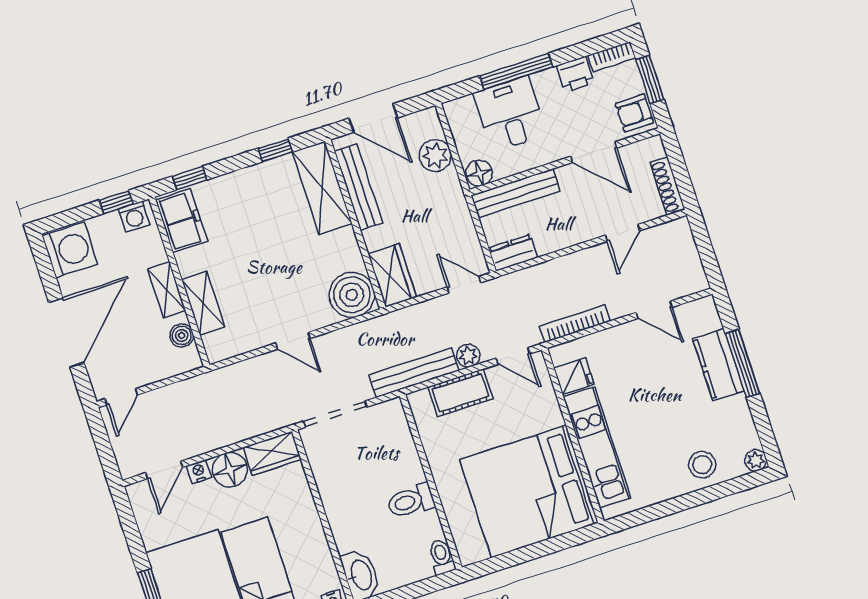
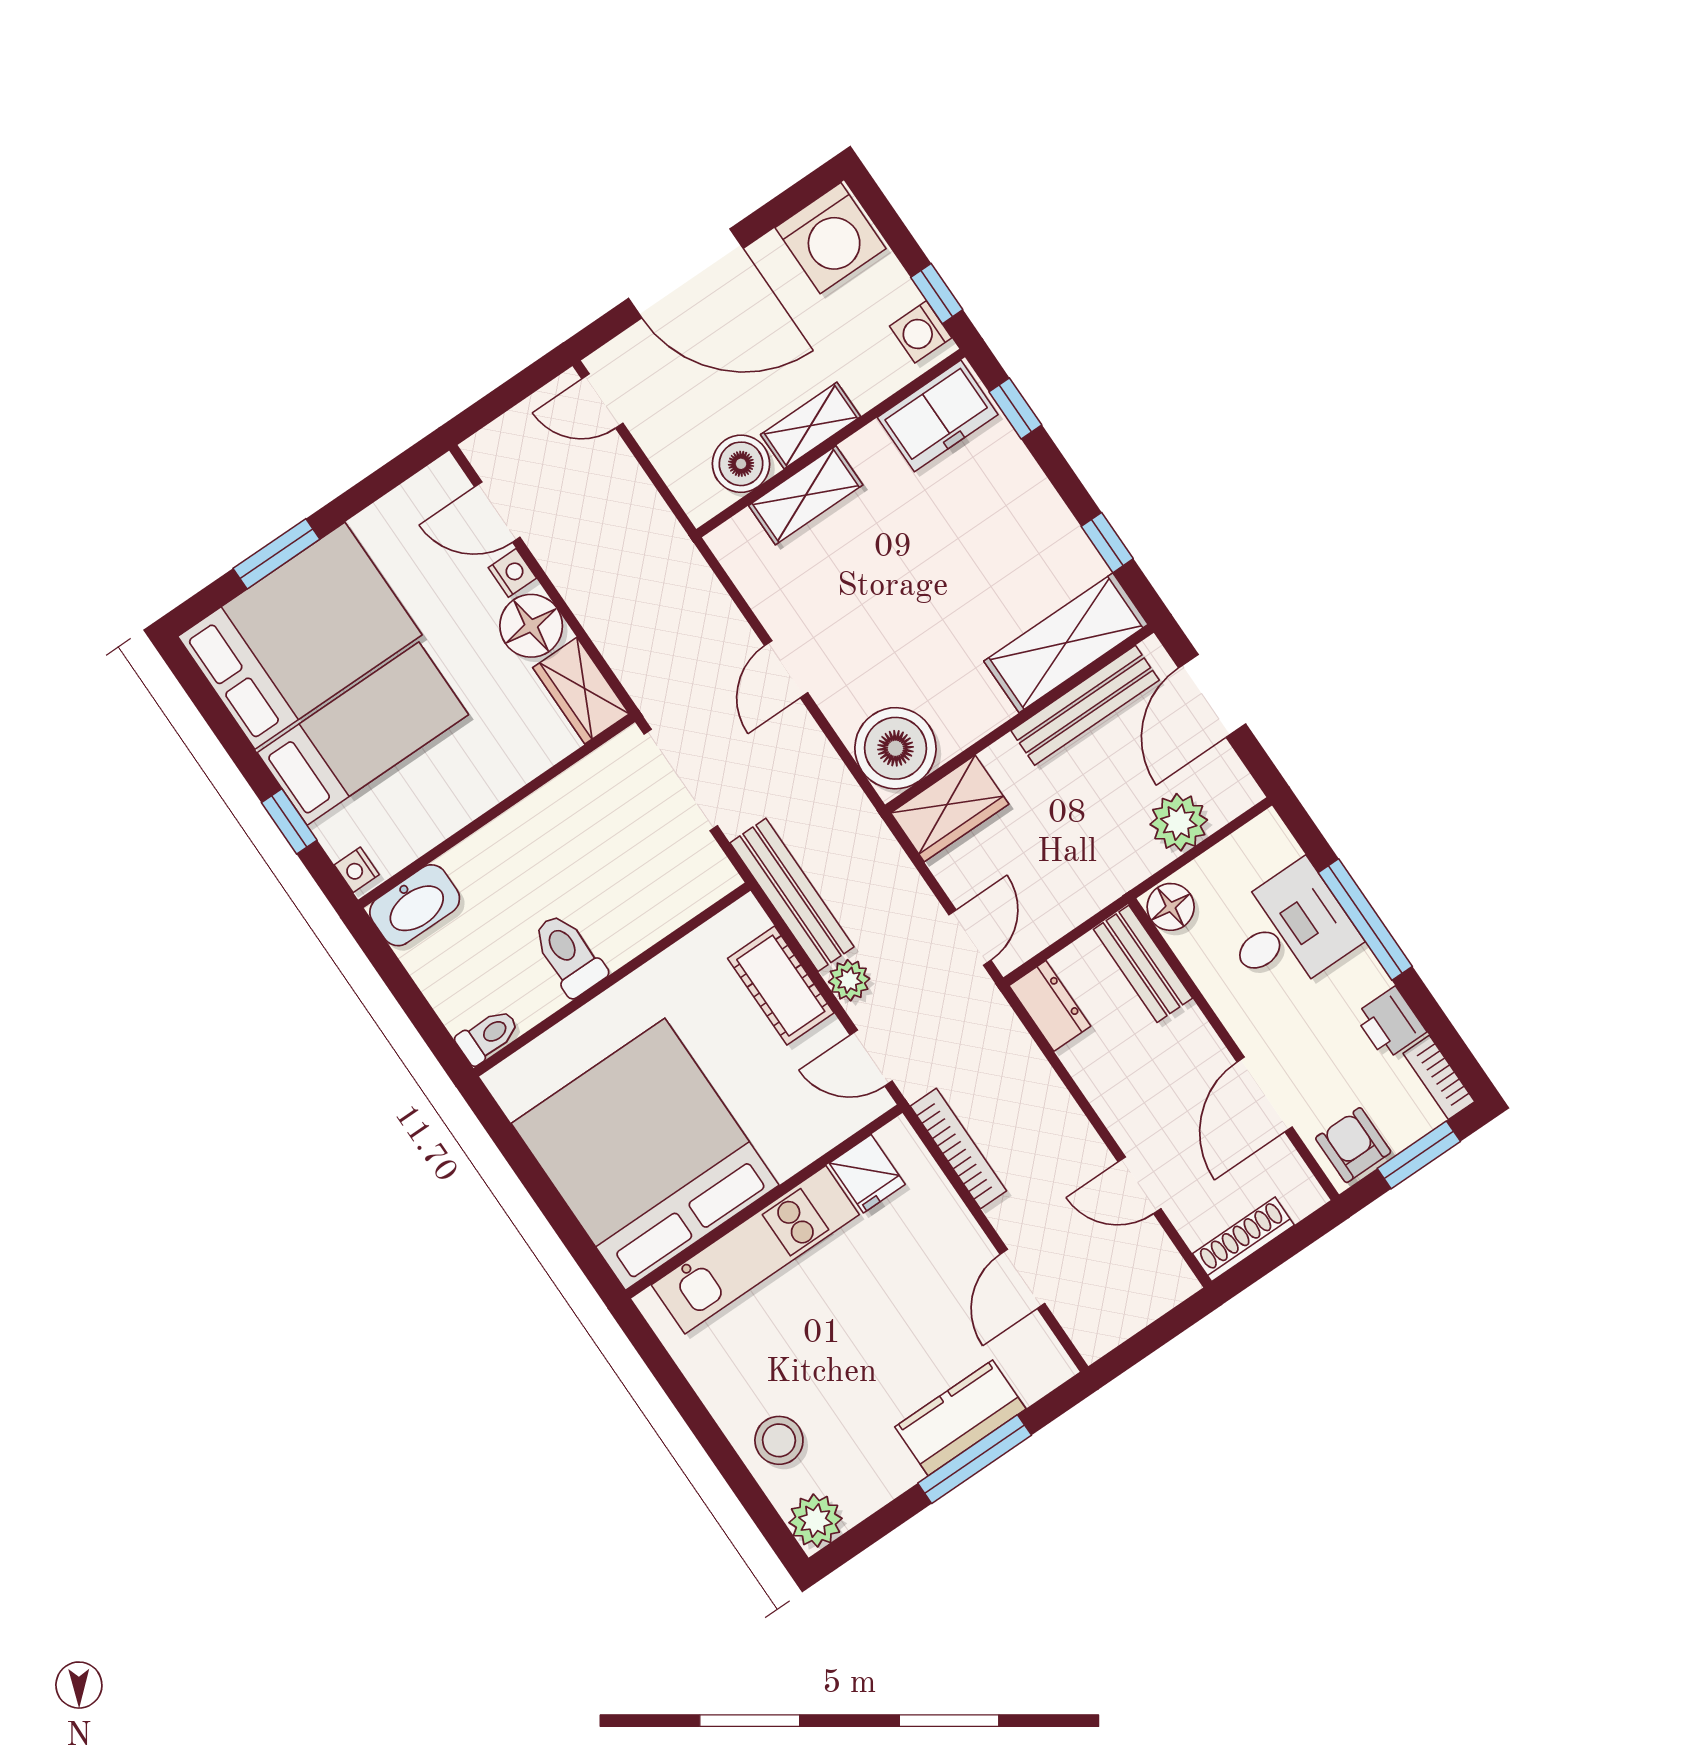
bench: (516, 193) -> (1143, 964), width x0.73
boiler: (182, 335) -> (741, 464), width x1.36, depth x1.36
door: (513, 356) -> (871, 1058), hinge flipped
plant: (756, 460) -> (815, 1521), width x1.38, depth x1.38

